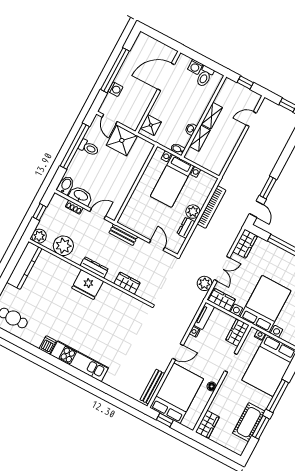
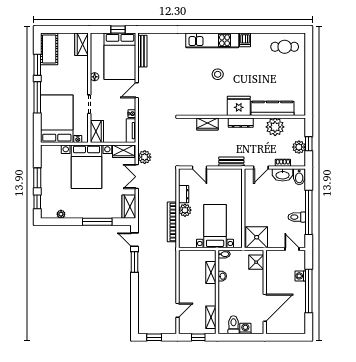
shelving: (212, 116) -> (211, 317), moved
shower: (122, 140) -> (257, 237), moved
plant: (39, 236) -> (299, 147), moved
kitchen counter: (24, 265) -> (273, 108), moved, turned 90
stool: (92, 326) -> (218, 74), added
cot: (249, 422) -> (49, 49), moved

